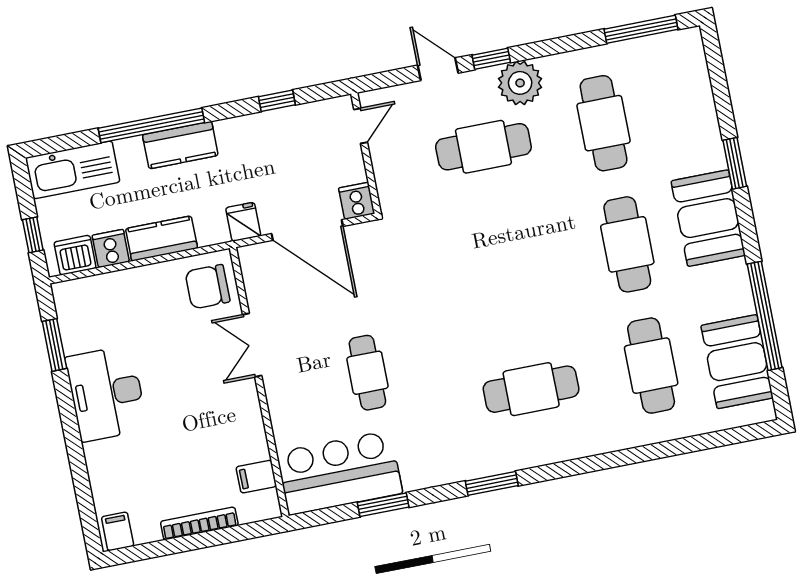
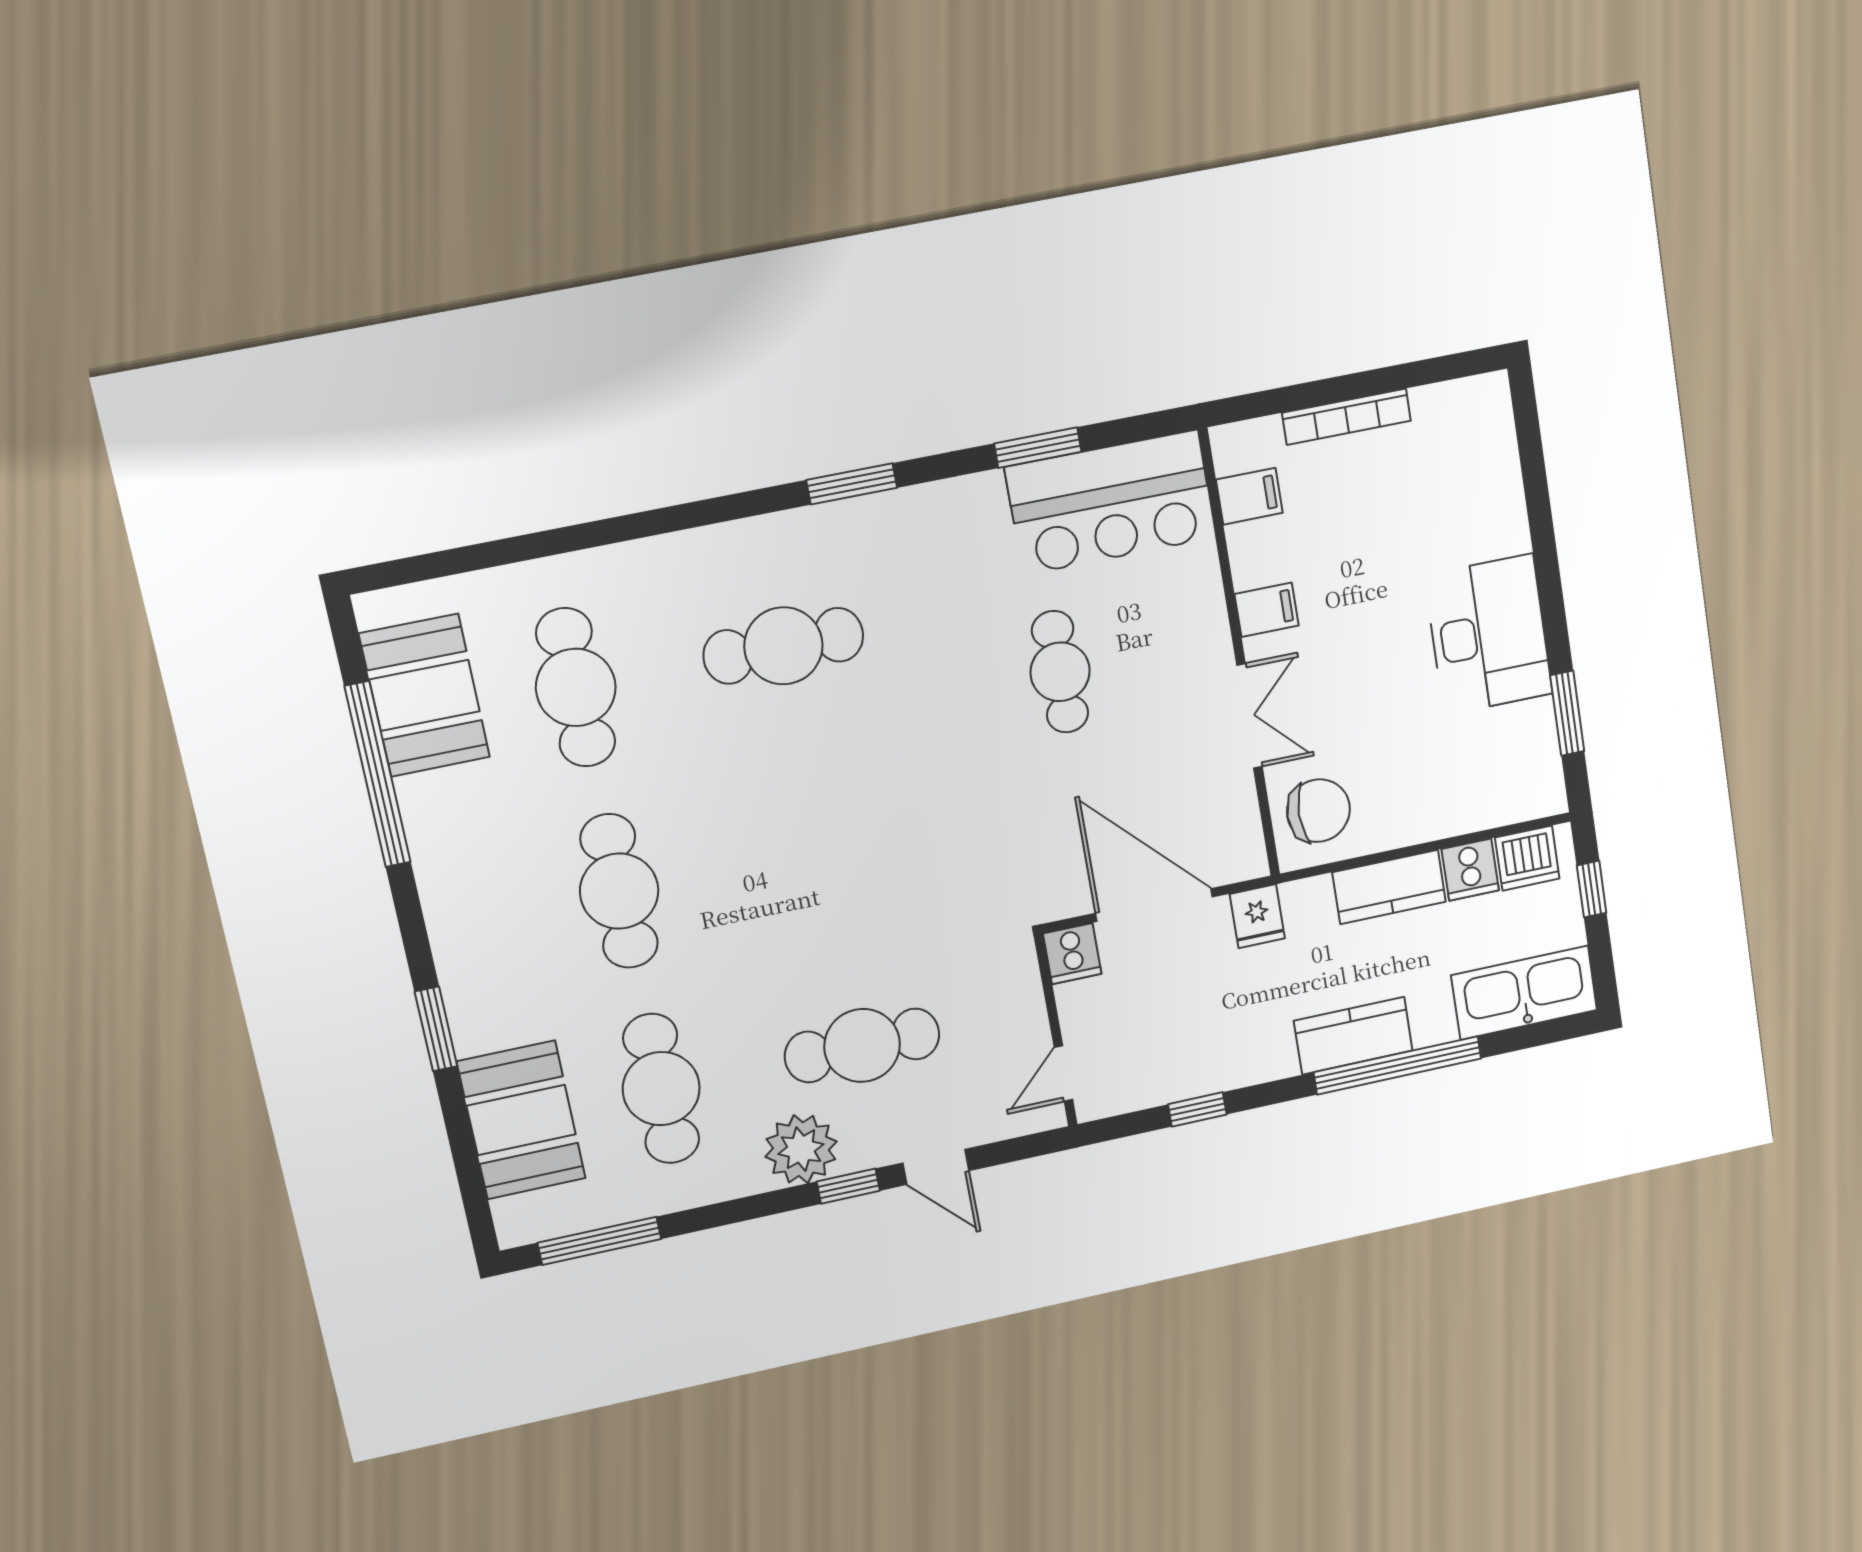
booth: (708, 218) -> (521, 1120), moved
filing cabinet: (118, 531) -> (1267, 610), moved, turned -90

